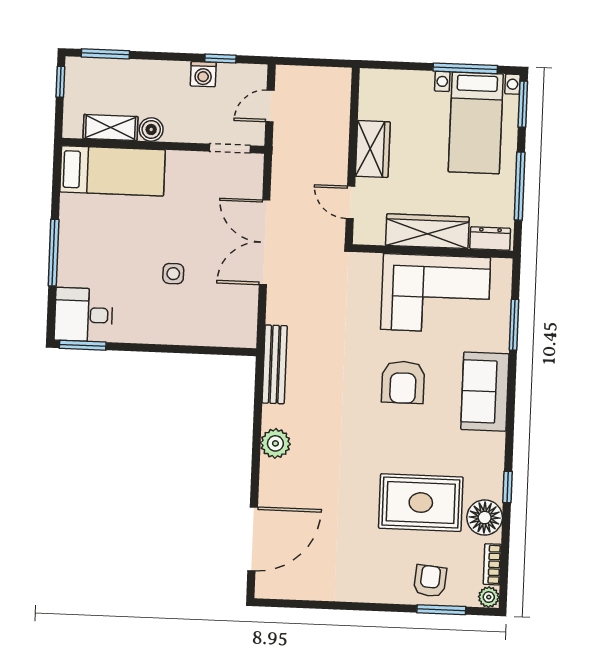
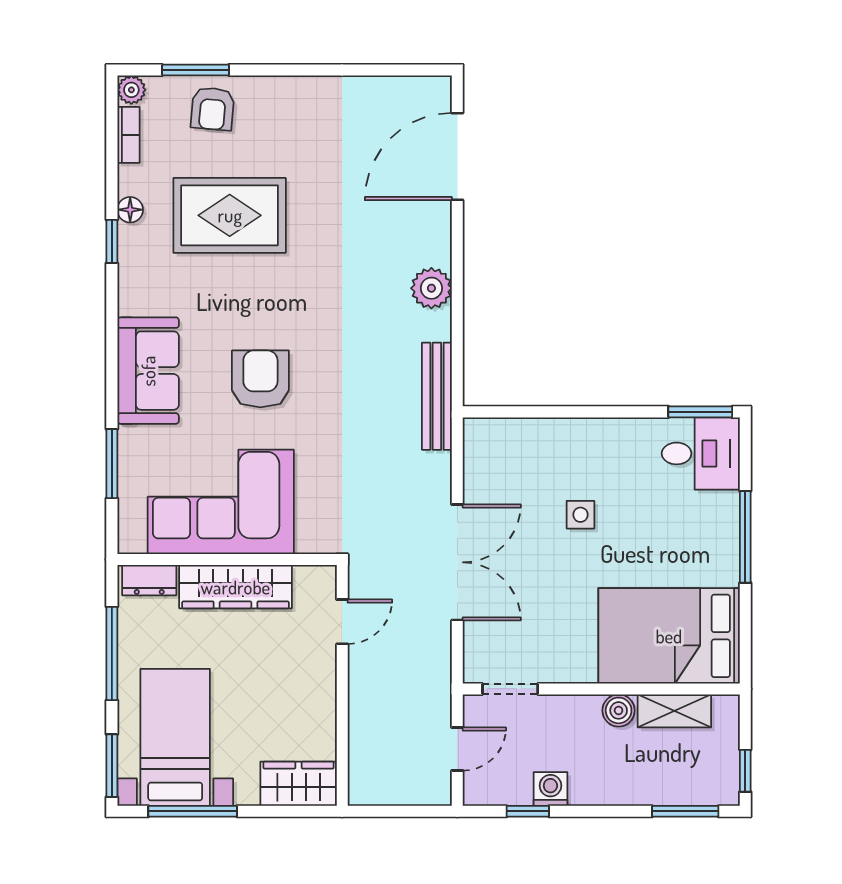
wardrobe: (373, 149) -> (299, 784), moved, turned 90
bed: (113, 171) -> (669, 636), width x1.50
door: (350, 202) -> (342, 622), hinge flipped
floor lamp: (485, 518) -> (130, 210), width x0.53, depth x0.53

